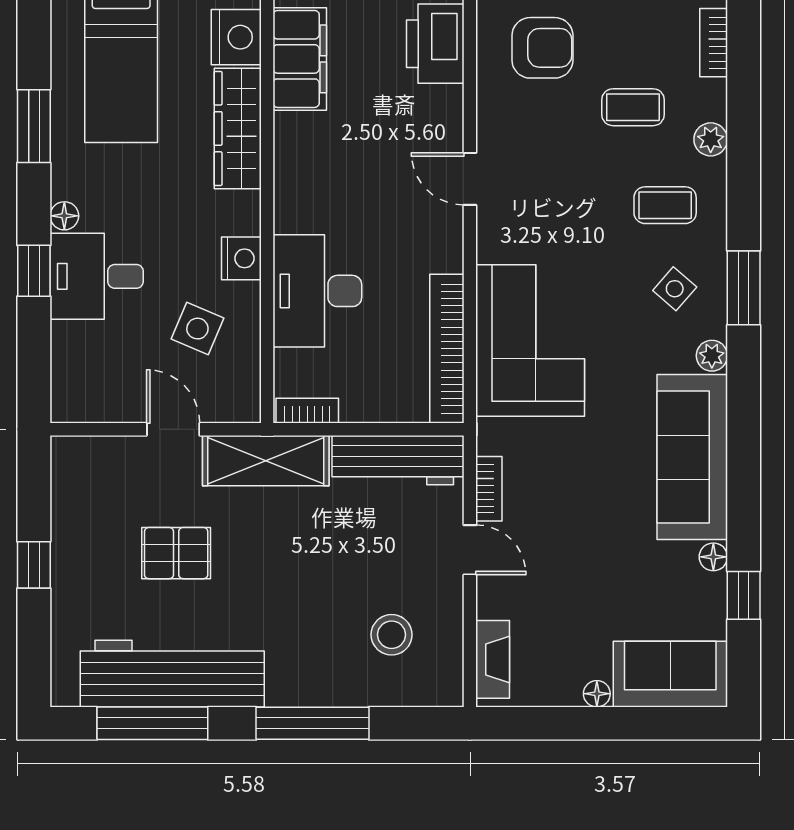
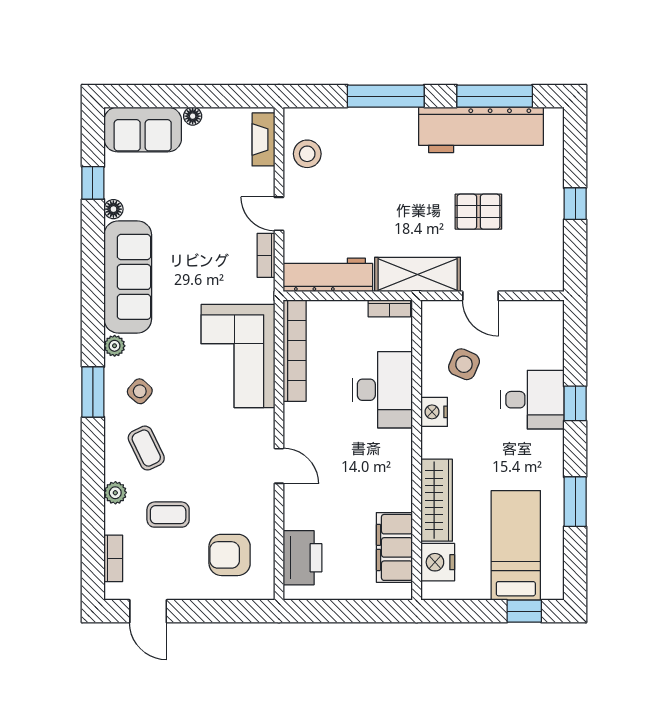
coffee table: (665, 205) -> (146, 448), turned 64
floor lamp: (64, 216) -> (554, 441), removed
stool: (392, 635) -> (307, 154), moved

